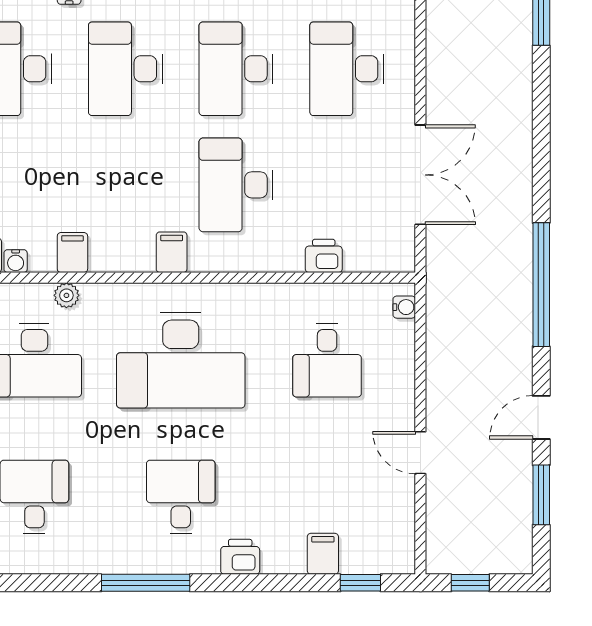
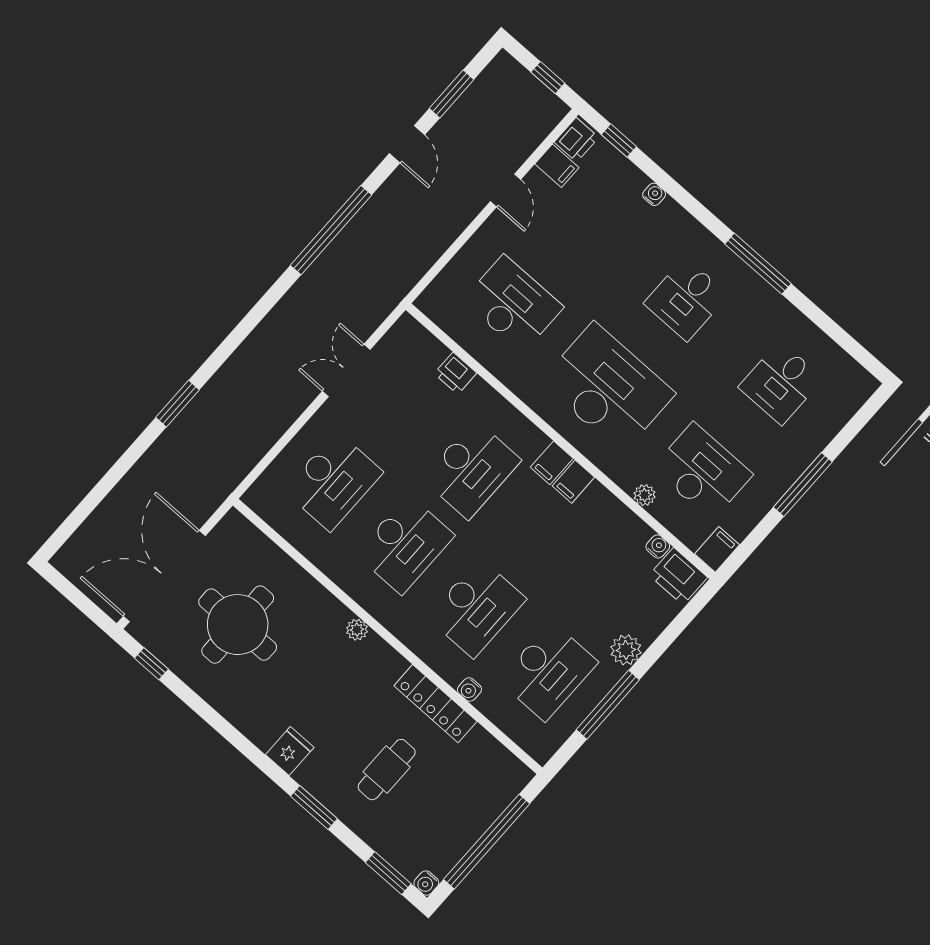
double door: (420, 175) -> (346, 370), width x0.73
filing cabinet: (72, 253) -> (573, 482), moved
water cooler: (404, 307) -> (654, 194), moved, turned 90
desk: (327, 360) -> (513, 304), width x1.37
door: (541, 417) -> (407, 144), hinge flipped
filing cabinet: (323, 554) -> (557, 166), moved, turned -90
printer: (240, 557) -> (576, 140), moved, turned -90

